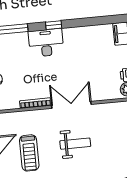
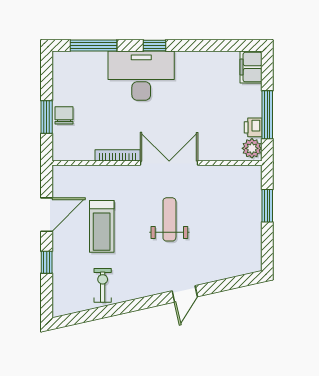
desk: (46, 43) -> (141, 76), width x1.36, depth x1.30
weight bench: (75, 144) -> (169, 219), turned -90

